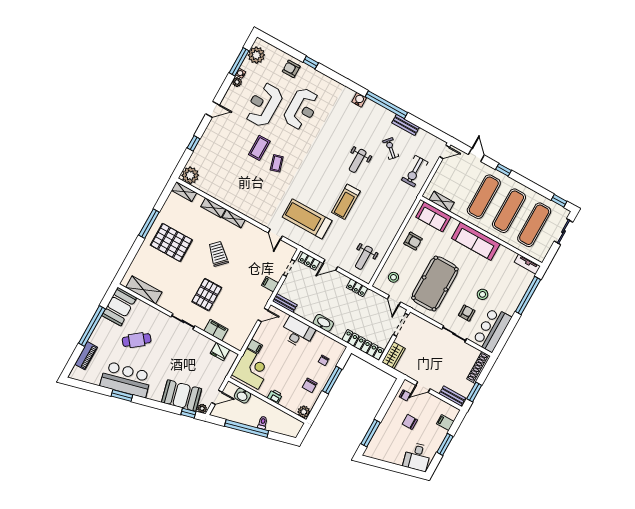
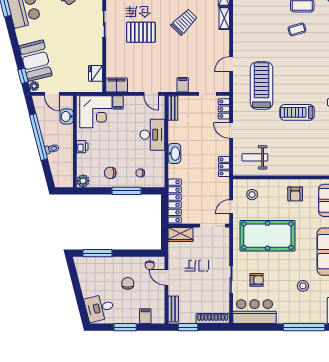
stool: (482, 294) -> (303, 286), moved
filing cabinet: (216, 330) -> (117, 85), moved, turned -90

